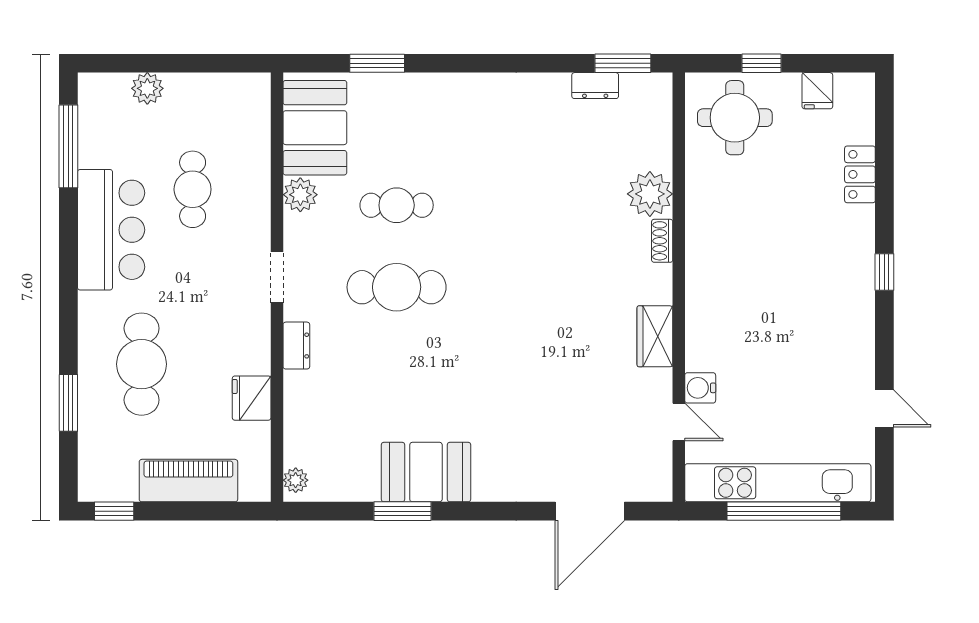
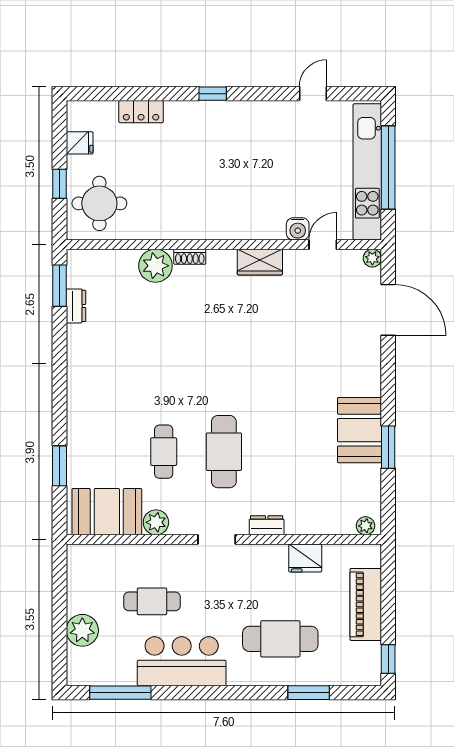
plant: (147, 88) -> (82, 630), width x1.36, depth x1.36
plant: (660, 490) -> (372, 258), added

